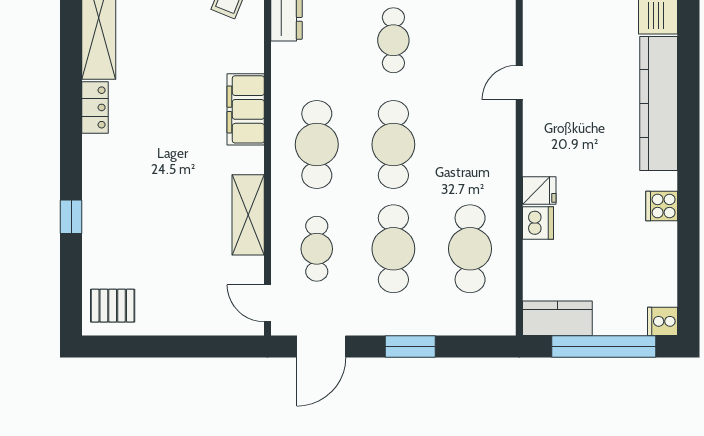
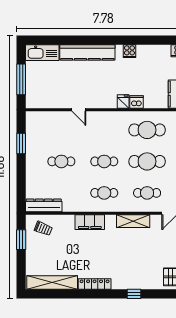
locker: (95, 107) -> (95, 284), width x1.53
cafe table: (317, 145) -> (104, 193), width x0.73, depth x0.74
cafe table: (393, 145) -> (104, 161), width x0.73, depth x0.74

